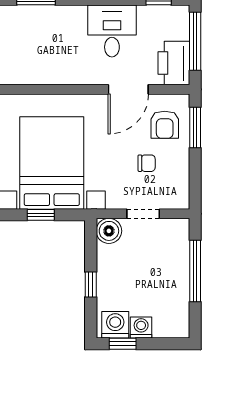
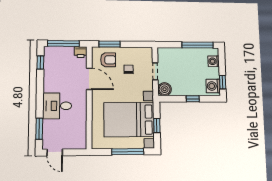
desk: (112, 31) -> (57, 106), moved
printer: (174, 63) -> (81, 52), width x0.53, depth x0.68
window: (195, 271) -> (198, 45), moved
washing machine: (141, 327) -> (214, 61), moved

